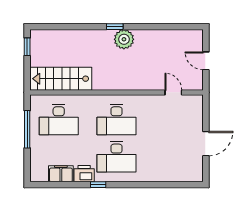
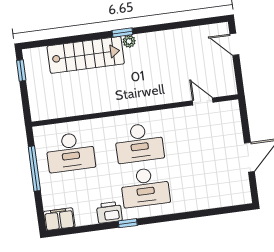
plant: (124, 39) -> (129, 41), width x0.53, depth x0.53
door: (206, 61) -> (234, 44), moved
stairs: (61, 79) -> (86, 55), moved, turned 180
filing cabinet: (61, 174) -> (59, 219), moved

